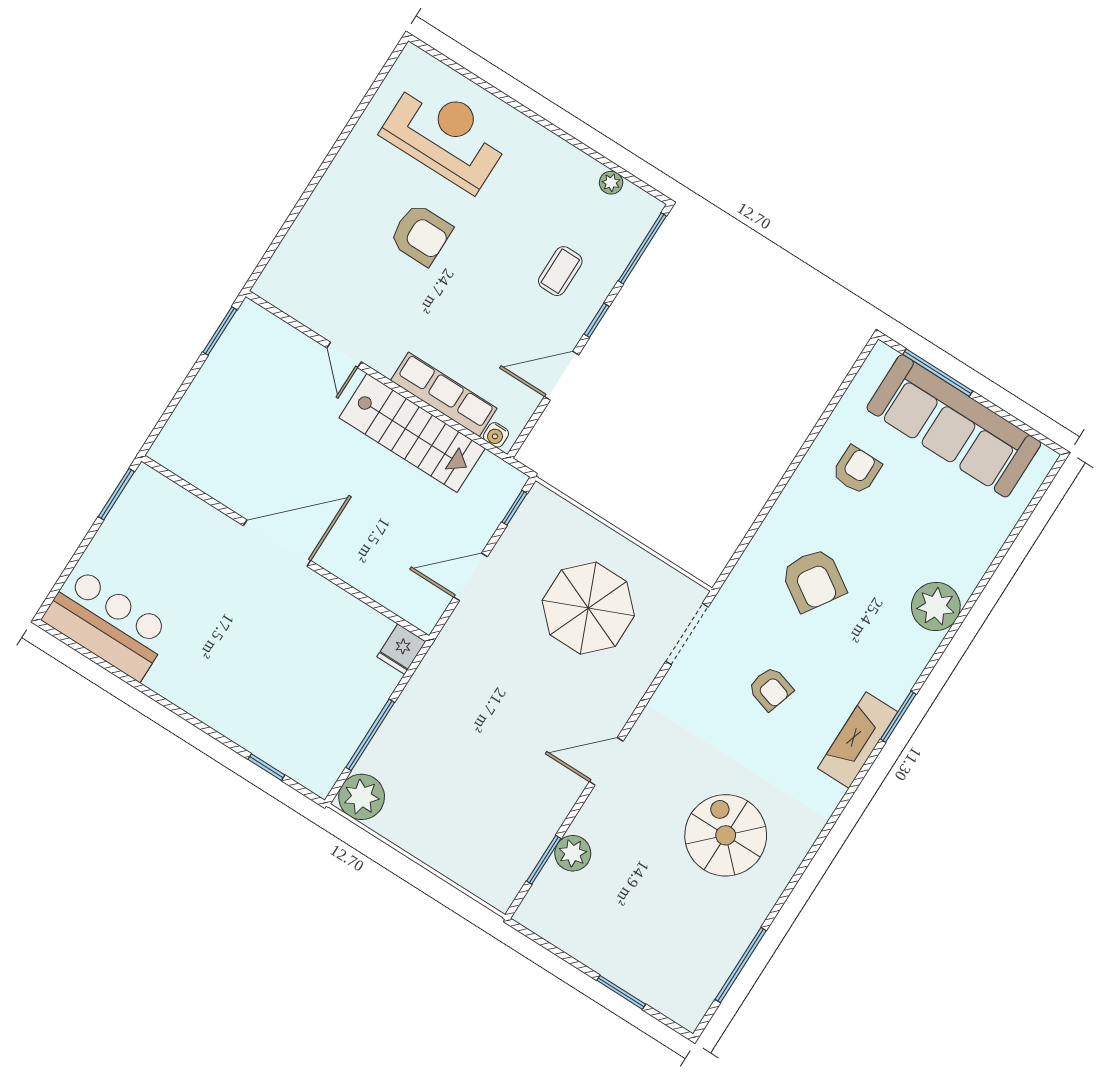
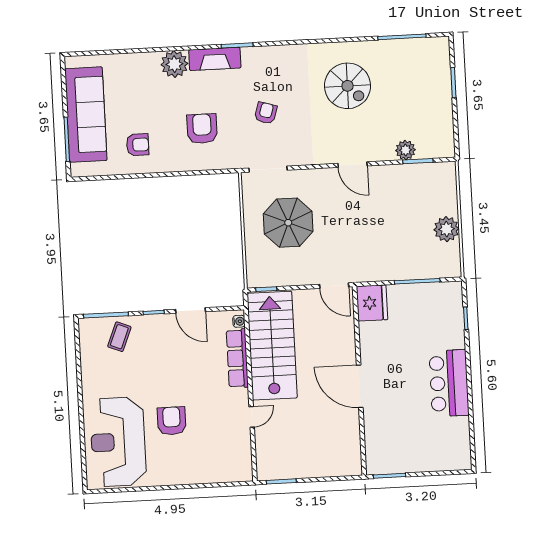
reception desk: (446, 135) -> (118, 442), width x1.36, depth x1.30
plant: (611, 183) -> (86, 351), removed
coffee table: (560, 271) -> (119, 337), moved, turned -68
stairs: (412, 433) -> (272, 346), width x1.36, depth x1.51
armchair: (857, 470) -> (138, 145), turned 180
door: (471, 577) -> (334, 286), moved
armchair: (814, 580) -> (202, 129), turned -33
bar counter: (107, 624) -> (449, 383), moved
fridge: (401, 649) -> (372, 303), width x1.88, depth x1.34
fireplace: (858, 740) -> (215, 59), moved
plant: (362, 797) -> (446, 229), moved
spiral stairs: (726, 835) -> (348, 86), turned -90

